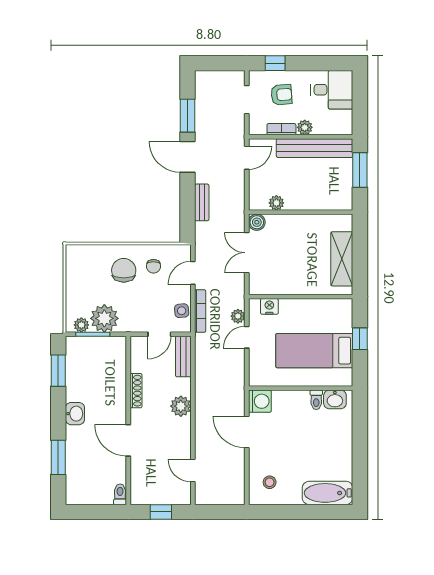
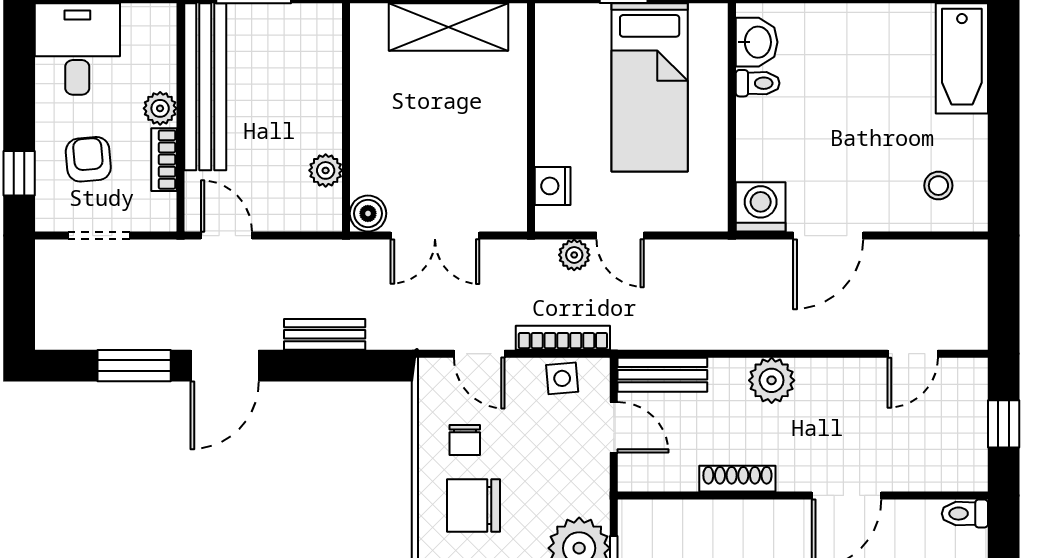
chair: (154, 266) -> (465, 440), turned 90

